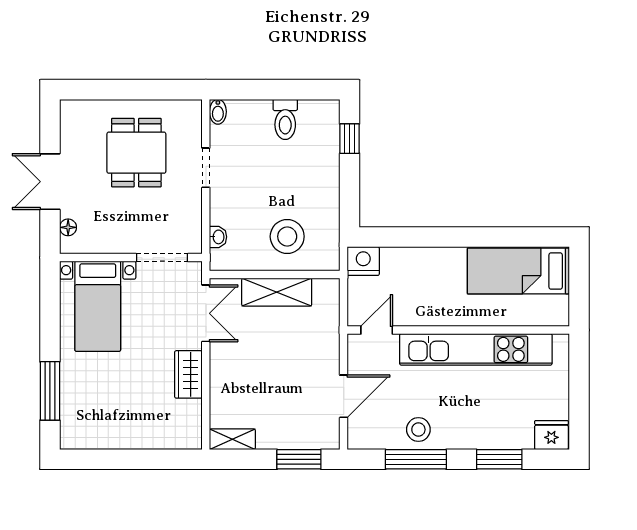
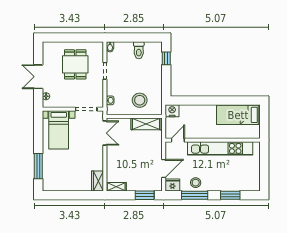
shelving: (277, 292) -> (146, 124), moved
wardrobe: (188, 374) -> (97, 181), moved
fridge: (551, 435) -> (172, 185), moved

